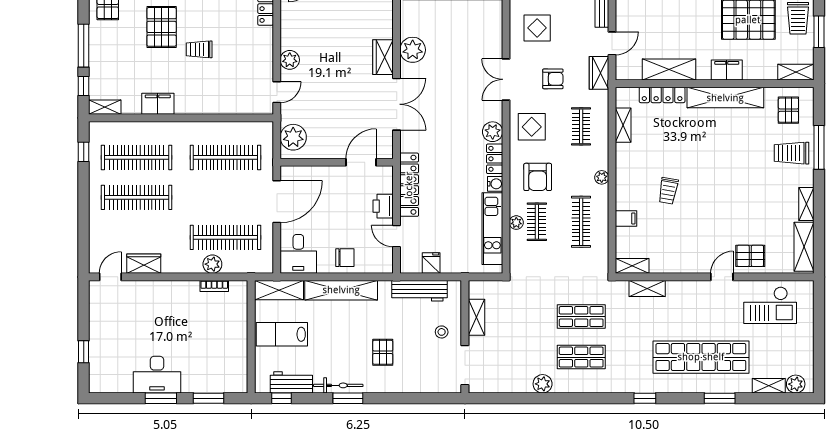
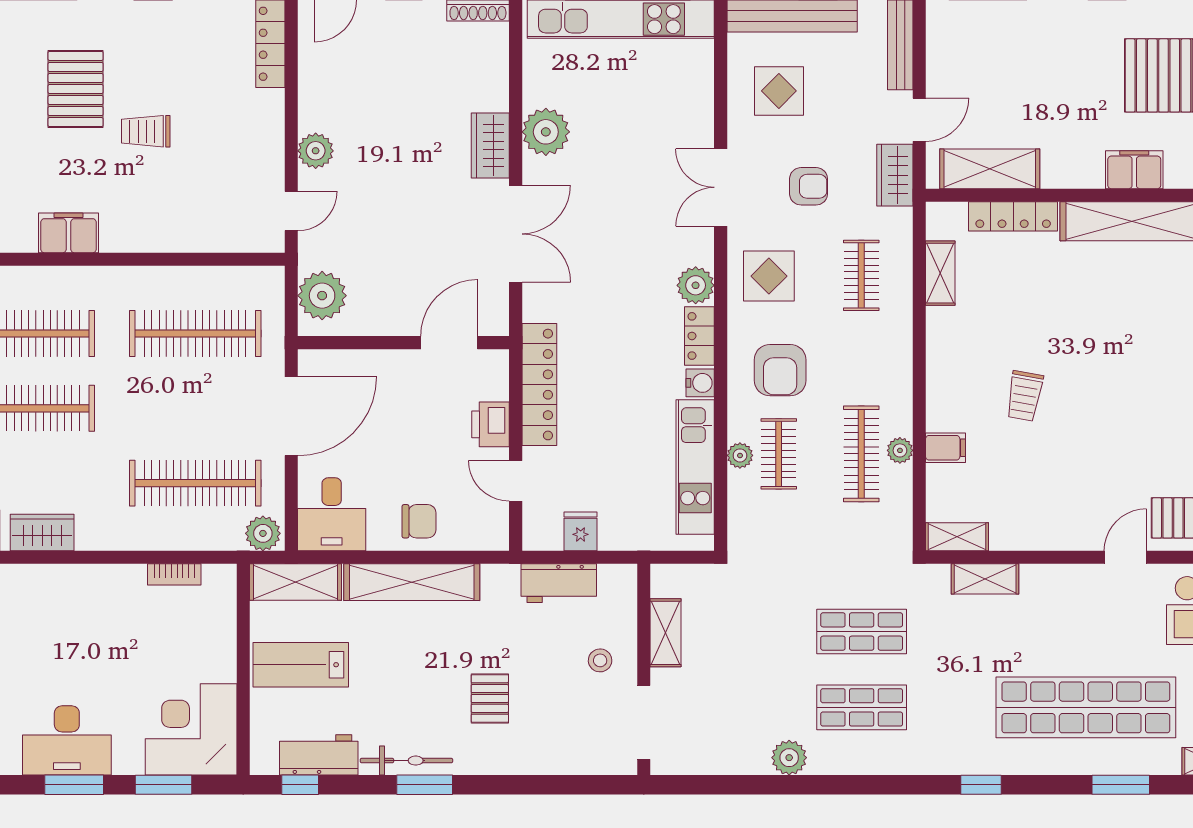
shelving: (669, 70) -> (990, 169), moved
plant: (602, 177) -> (900, 450), moved
plant: (212, 264) -> (263, 533), moved
workbench: (420, 291) -> (559, 583), width x0.73
corner desk: (223, 369) -> (191, 729), added

